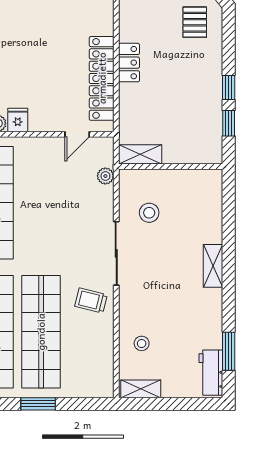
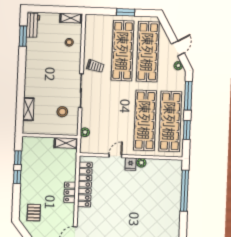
door: (77, 134) -> (115, 156), moved
shelving: (213, 266) -> (28, 109), moved

